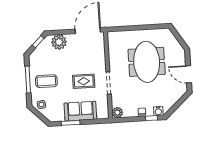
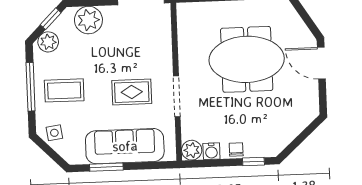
plant: (37, 55) -> (48, 42), added
meeting table: (147, 62) -> (247, 59), turned 90
door: (189, 74) -> (321, 63), moved
sofa: (80, 111) -> (125, 146), width x1.36
water cooler: (158, 111) -> (211, 151), moved

